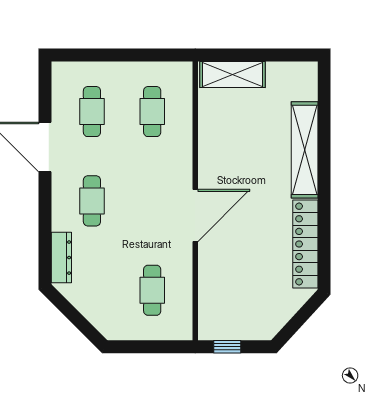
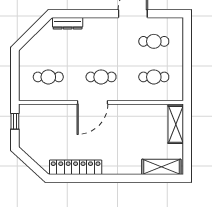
shelving: (305, 150) -> (161, 167), moved, width x0.68
cafe table: (92, 201) -> (101, 77), moved
door: (195, 216) -> (92, 102), hinge flipped

